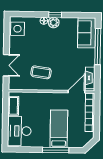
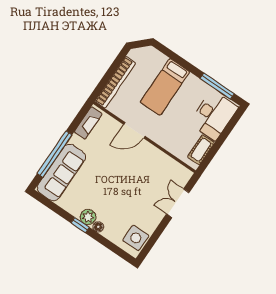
sofa: (87, 33) -> (61, 172), width x1.36
coffee table: (41, 72) -> (142, 168), removed
door: (76, 92) -> (134, 130), moved
window: (56, 150) -> (217, 86), moved

